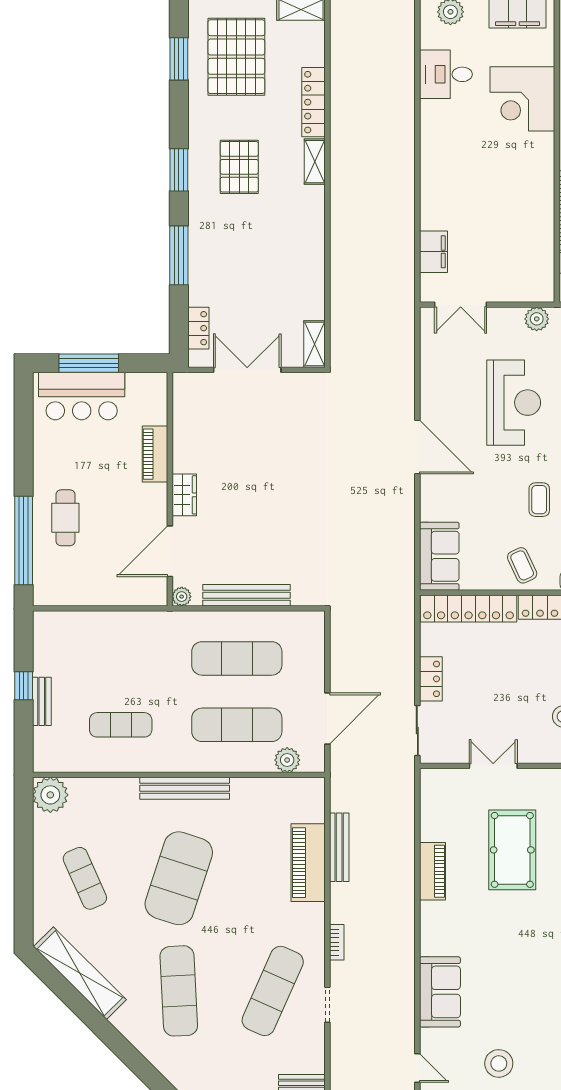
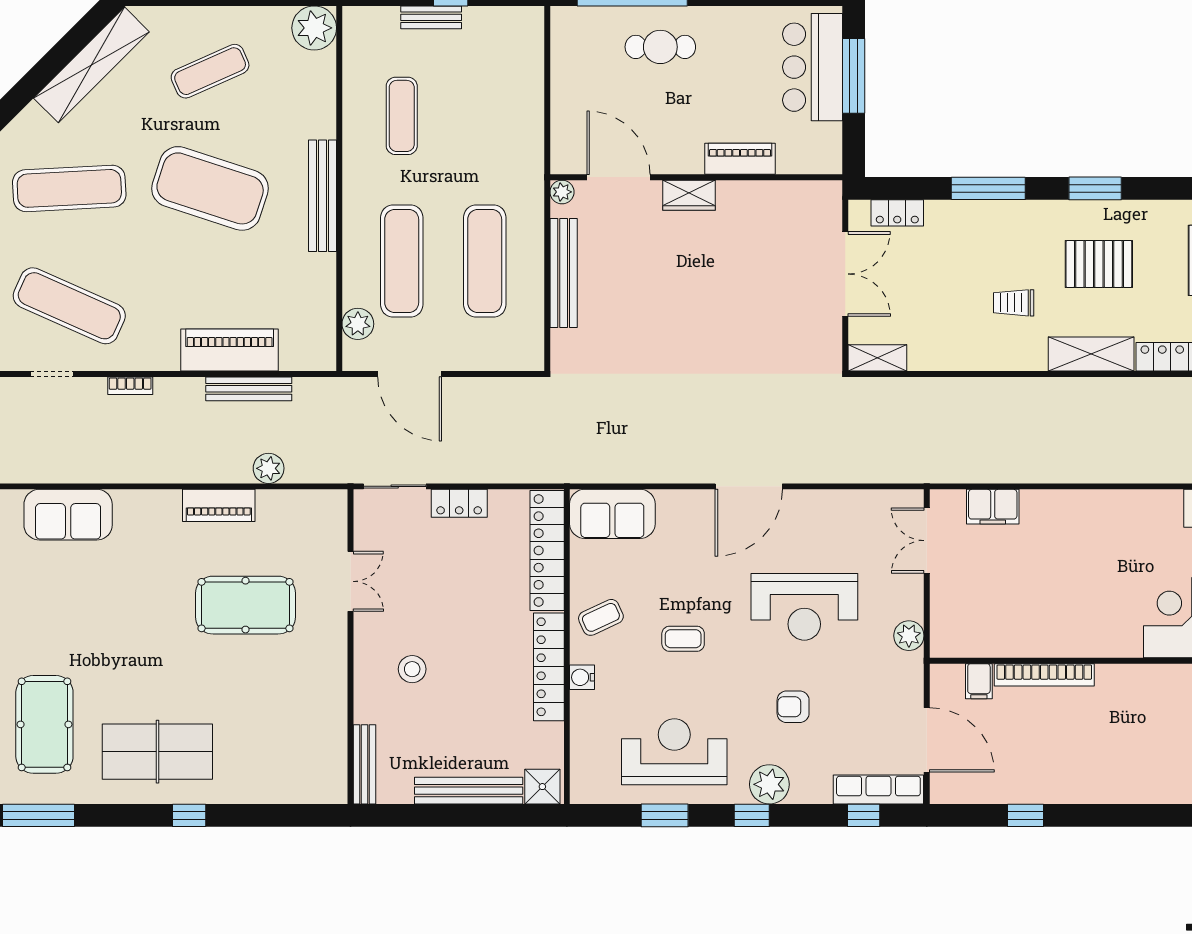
shelving: (315, 162) -> (1091, 354), width x1.50, depth x1.33
trolley: (270, 235) -> (1014, 303), added
plant: (403, 831) -> (269, 468), added

